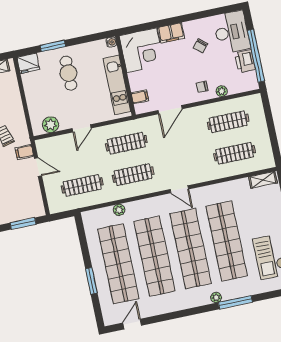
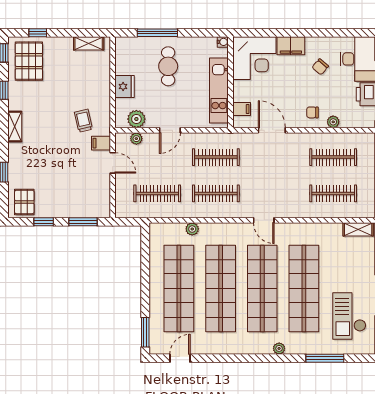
window: (53, 46) -> (157, 33), width x1.44
fridge: (28, 63) -> (125, 87), moved, turned -90
door: (170, 110) -> (272, 130), swing flipped
plant: (54, 142) -> (136, 139), added
window: (91, 281) -> (145, 332), moved
window: (235, 302) -> (325, 358), moved

